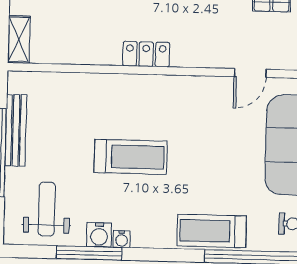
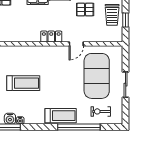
locker: (146, 54) -> (51, 37), moved
treadmill: (212, 231) -> (61, 116), turned 180

